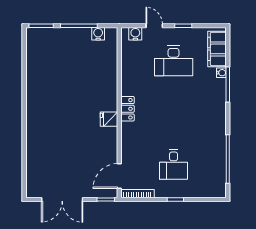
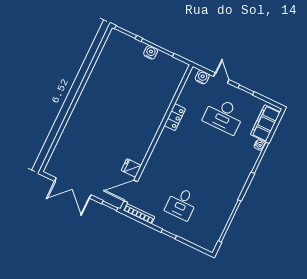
water cooler: (98, 34) -> (151, 52), moved
locker: (127, 109) -> (175, 117), moved
fridge: (109, 119) -> (131, 168), moved

